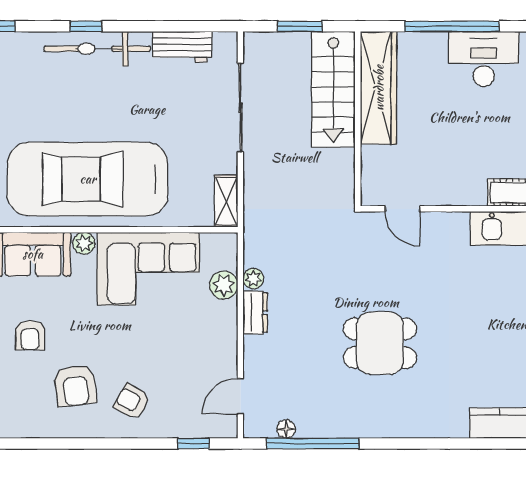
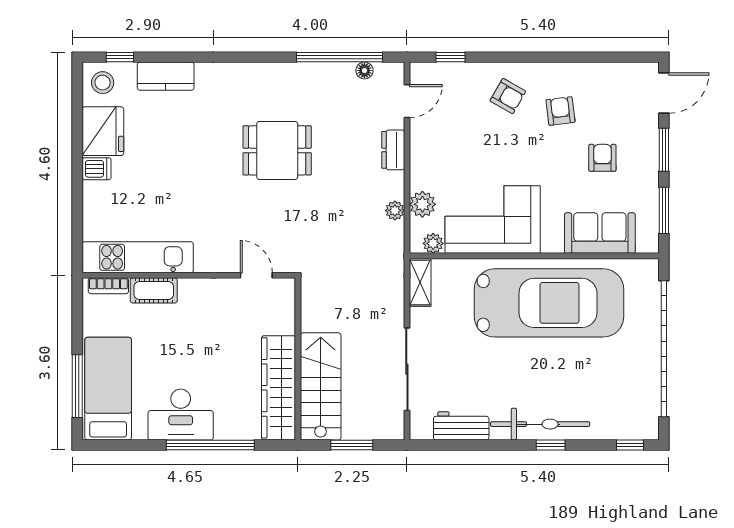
plant: (84, 243) -> (433, 243), moved
dresser: (255, 313) -> (393, 150), moved
armchair: (75, 386) -> (560, 111), width x0.72, depth x0.72

